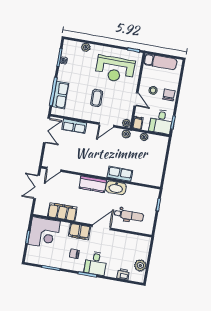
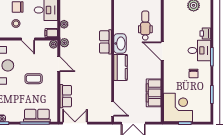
door: (136, 99) -> (28, 39), swing flipped
filing cabinet: (80, 232) -> (170, 72), removed
printer: (123, 274) -> (205, 34), moved

